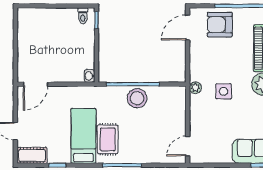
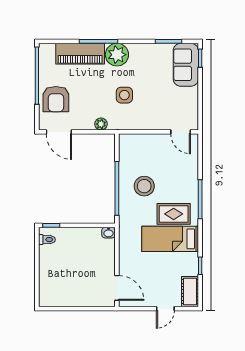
plant: (195, 88) -> (101, 124), moved
stool: (137, 98) -> (144, 186), moved

